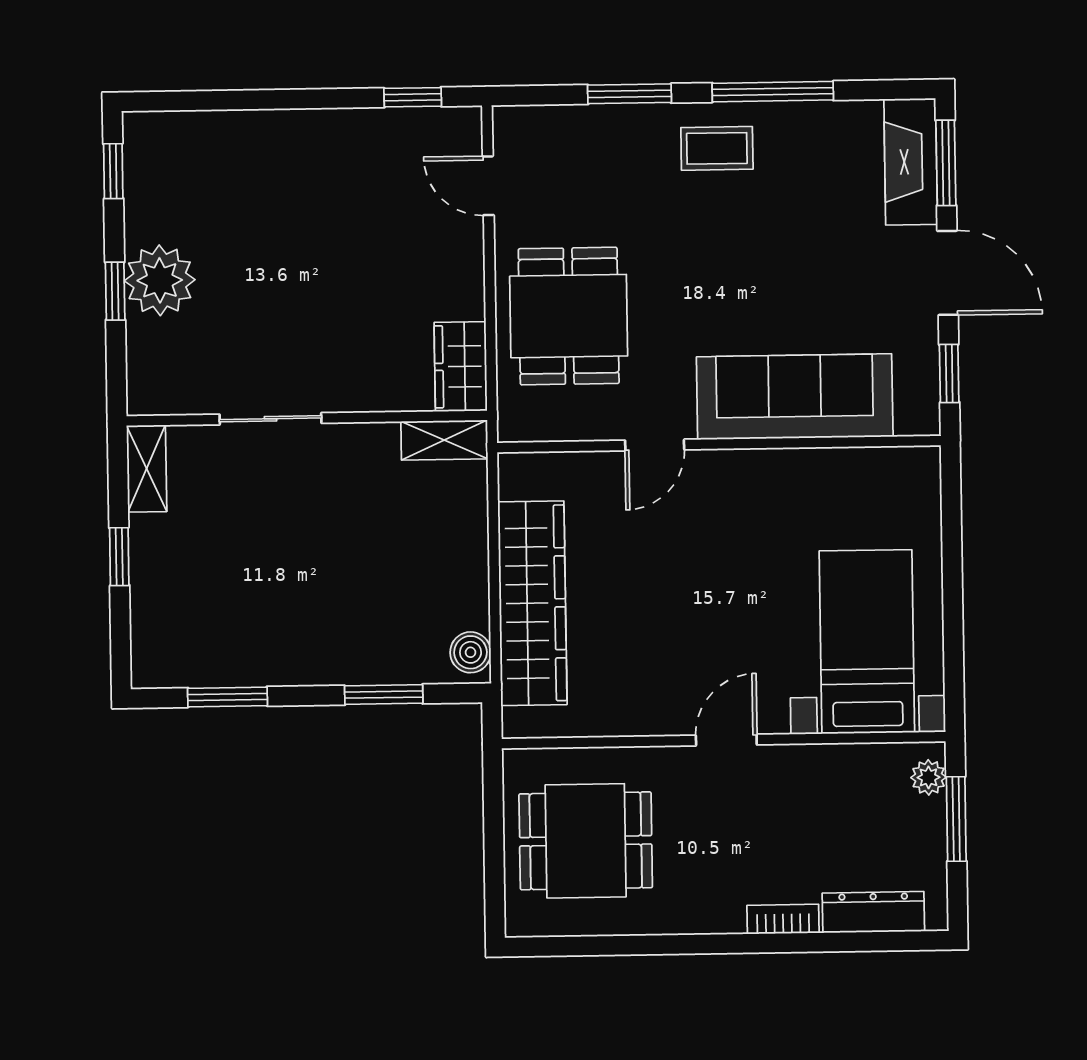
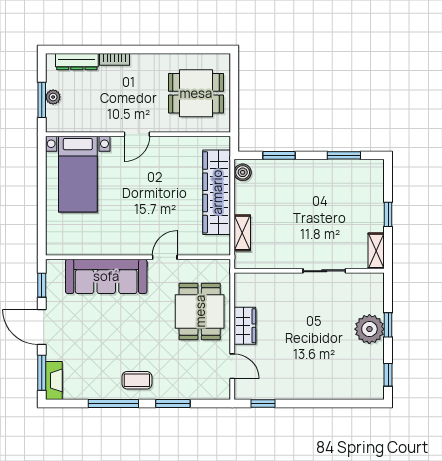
fireplace: (911, 162) -> (54, 380), width x0.73, depth x0.76
wardrobe: (461, 367) -> (245, 326), moved
shelving: (444, 440) -> (242, 233), moved, turned 90
plant: (929, 777) -> (53, 97), moved

